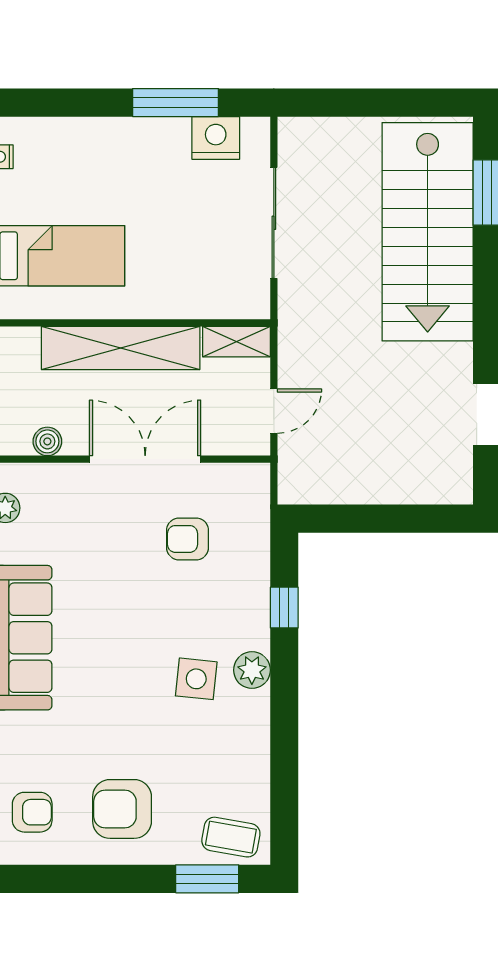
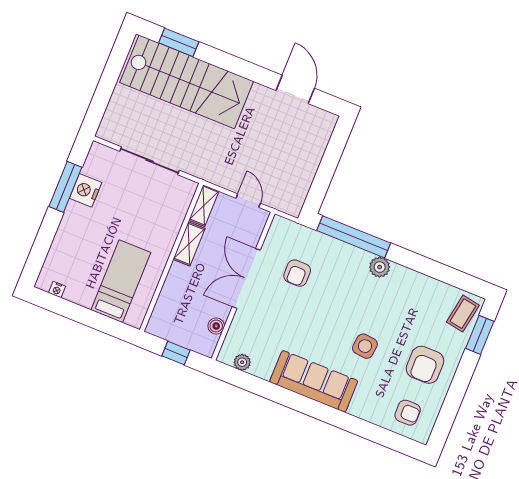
nightstand: (216, 138) -> (86, 190), moved
shelving: (121, 348) -> (189, 244), width x0.45, depth x0.75
window: (284, 608) -> (354, 237), width x3.17
side table: (196, 679) -> (365, 346), moved
armchair: (32, 812) -> (408, 413), turned 90

